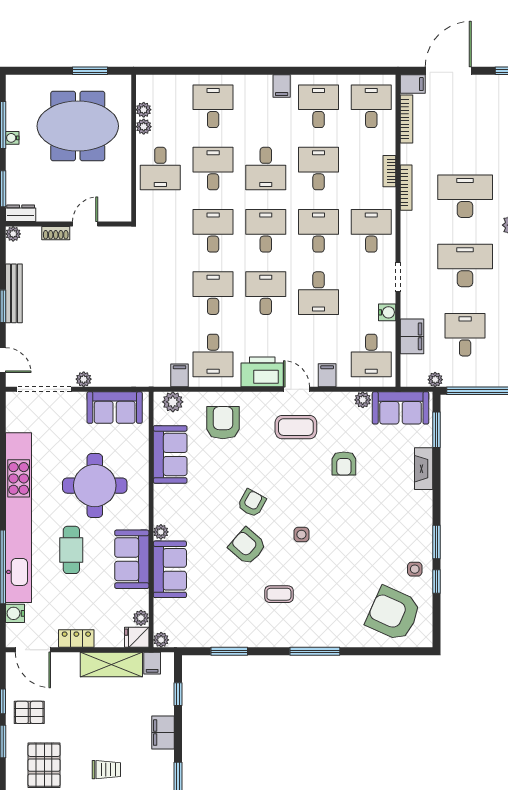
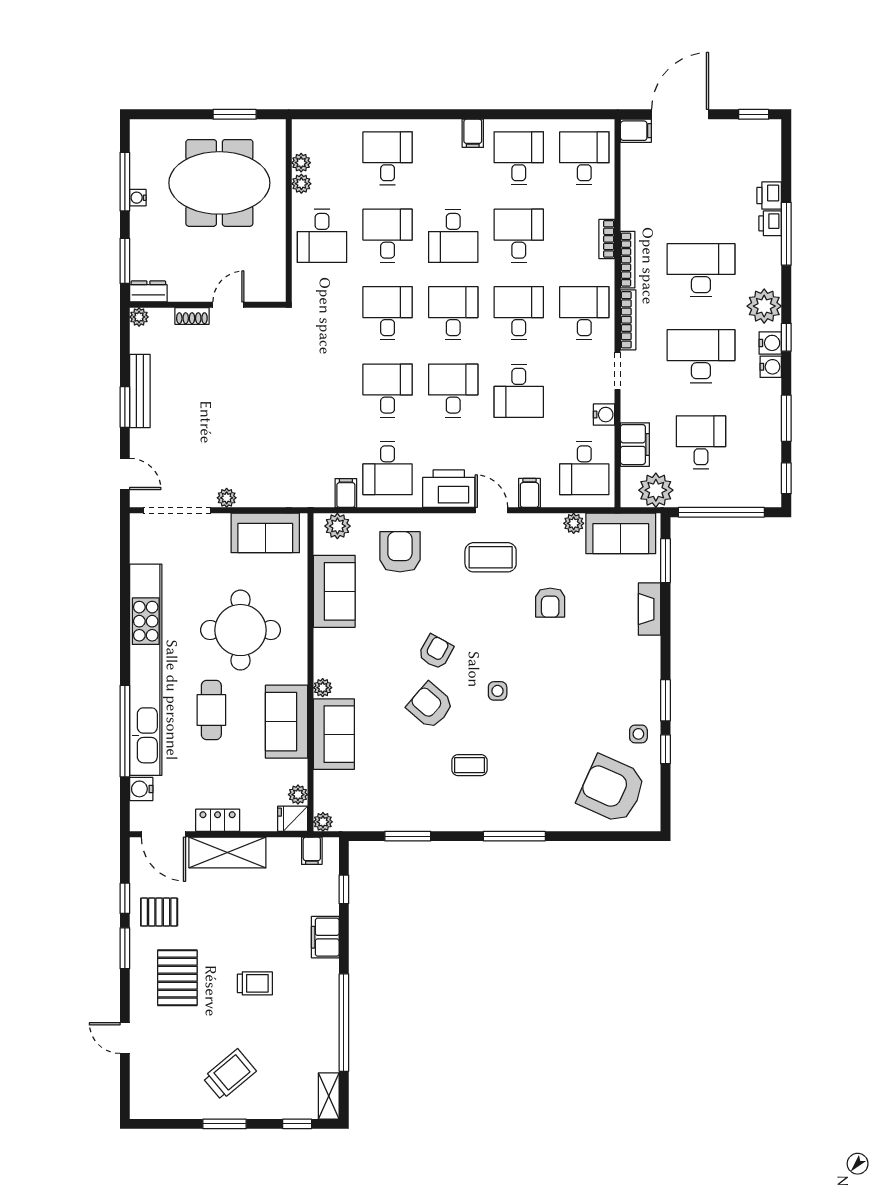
bookcase: (406, 119) -> (628, 320), moved
plant: (435, 380) -> (656, 490), width x1.88, depth x1.88
shelving: (111, 665) -> (227, 853), moved

